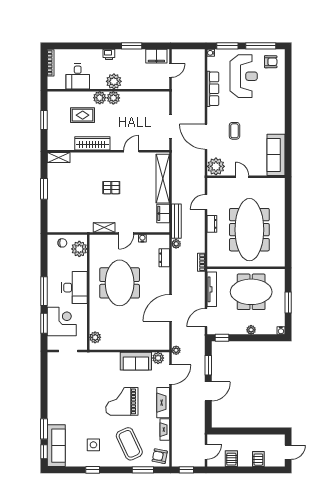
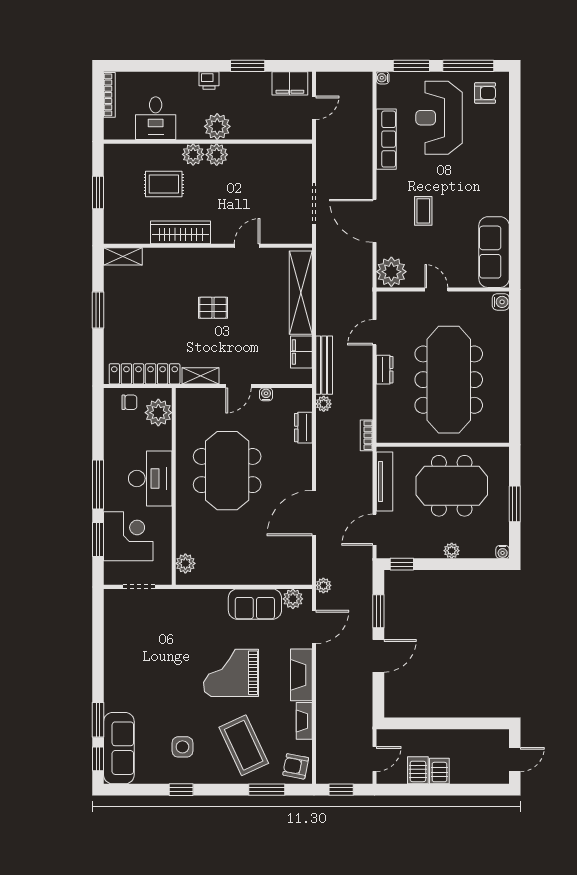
reception desk: (244, 76) -> (439, 118), turned 180
water cooler: (280, 184) -> (501, 302), added
locker: (71, 226) -> (145, 374), added
server rack: (258, 459) -> (439, 771), moved

